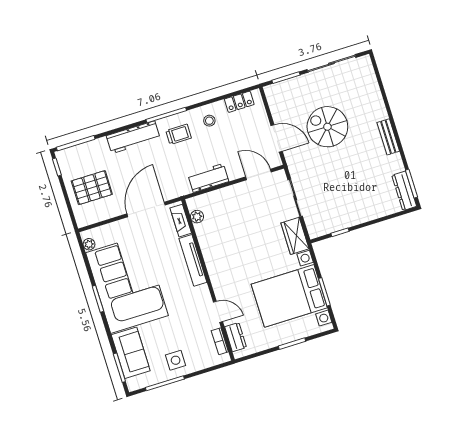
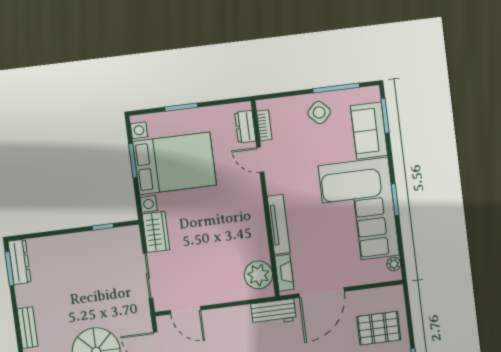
workbench: (208, 178) -> (274, 312), moved
plant: (197, 217) -> (258, 275), width x1.88, depth x1.88
side table: (176, 360) -> (319, 112), turned 45

